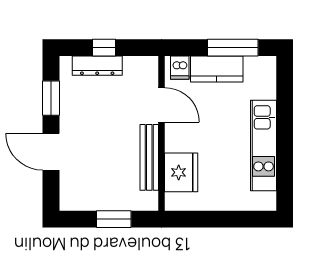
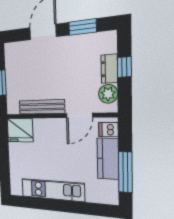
dresser: (97, 66) -> (109, 69), width x0.70
plant: (135, 68) -> (108, 94), added
fridge: (181, 172) -> (20, 130), moved

